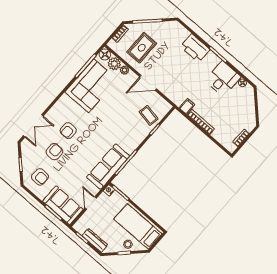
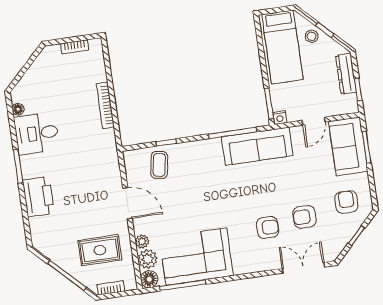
filing cabinet: (187, 106) -> (106, 137), removed

